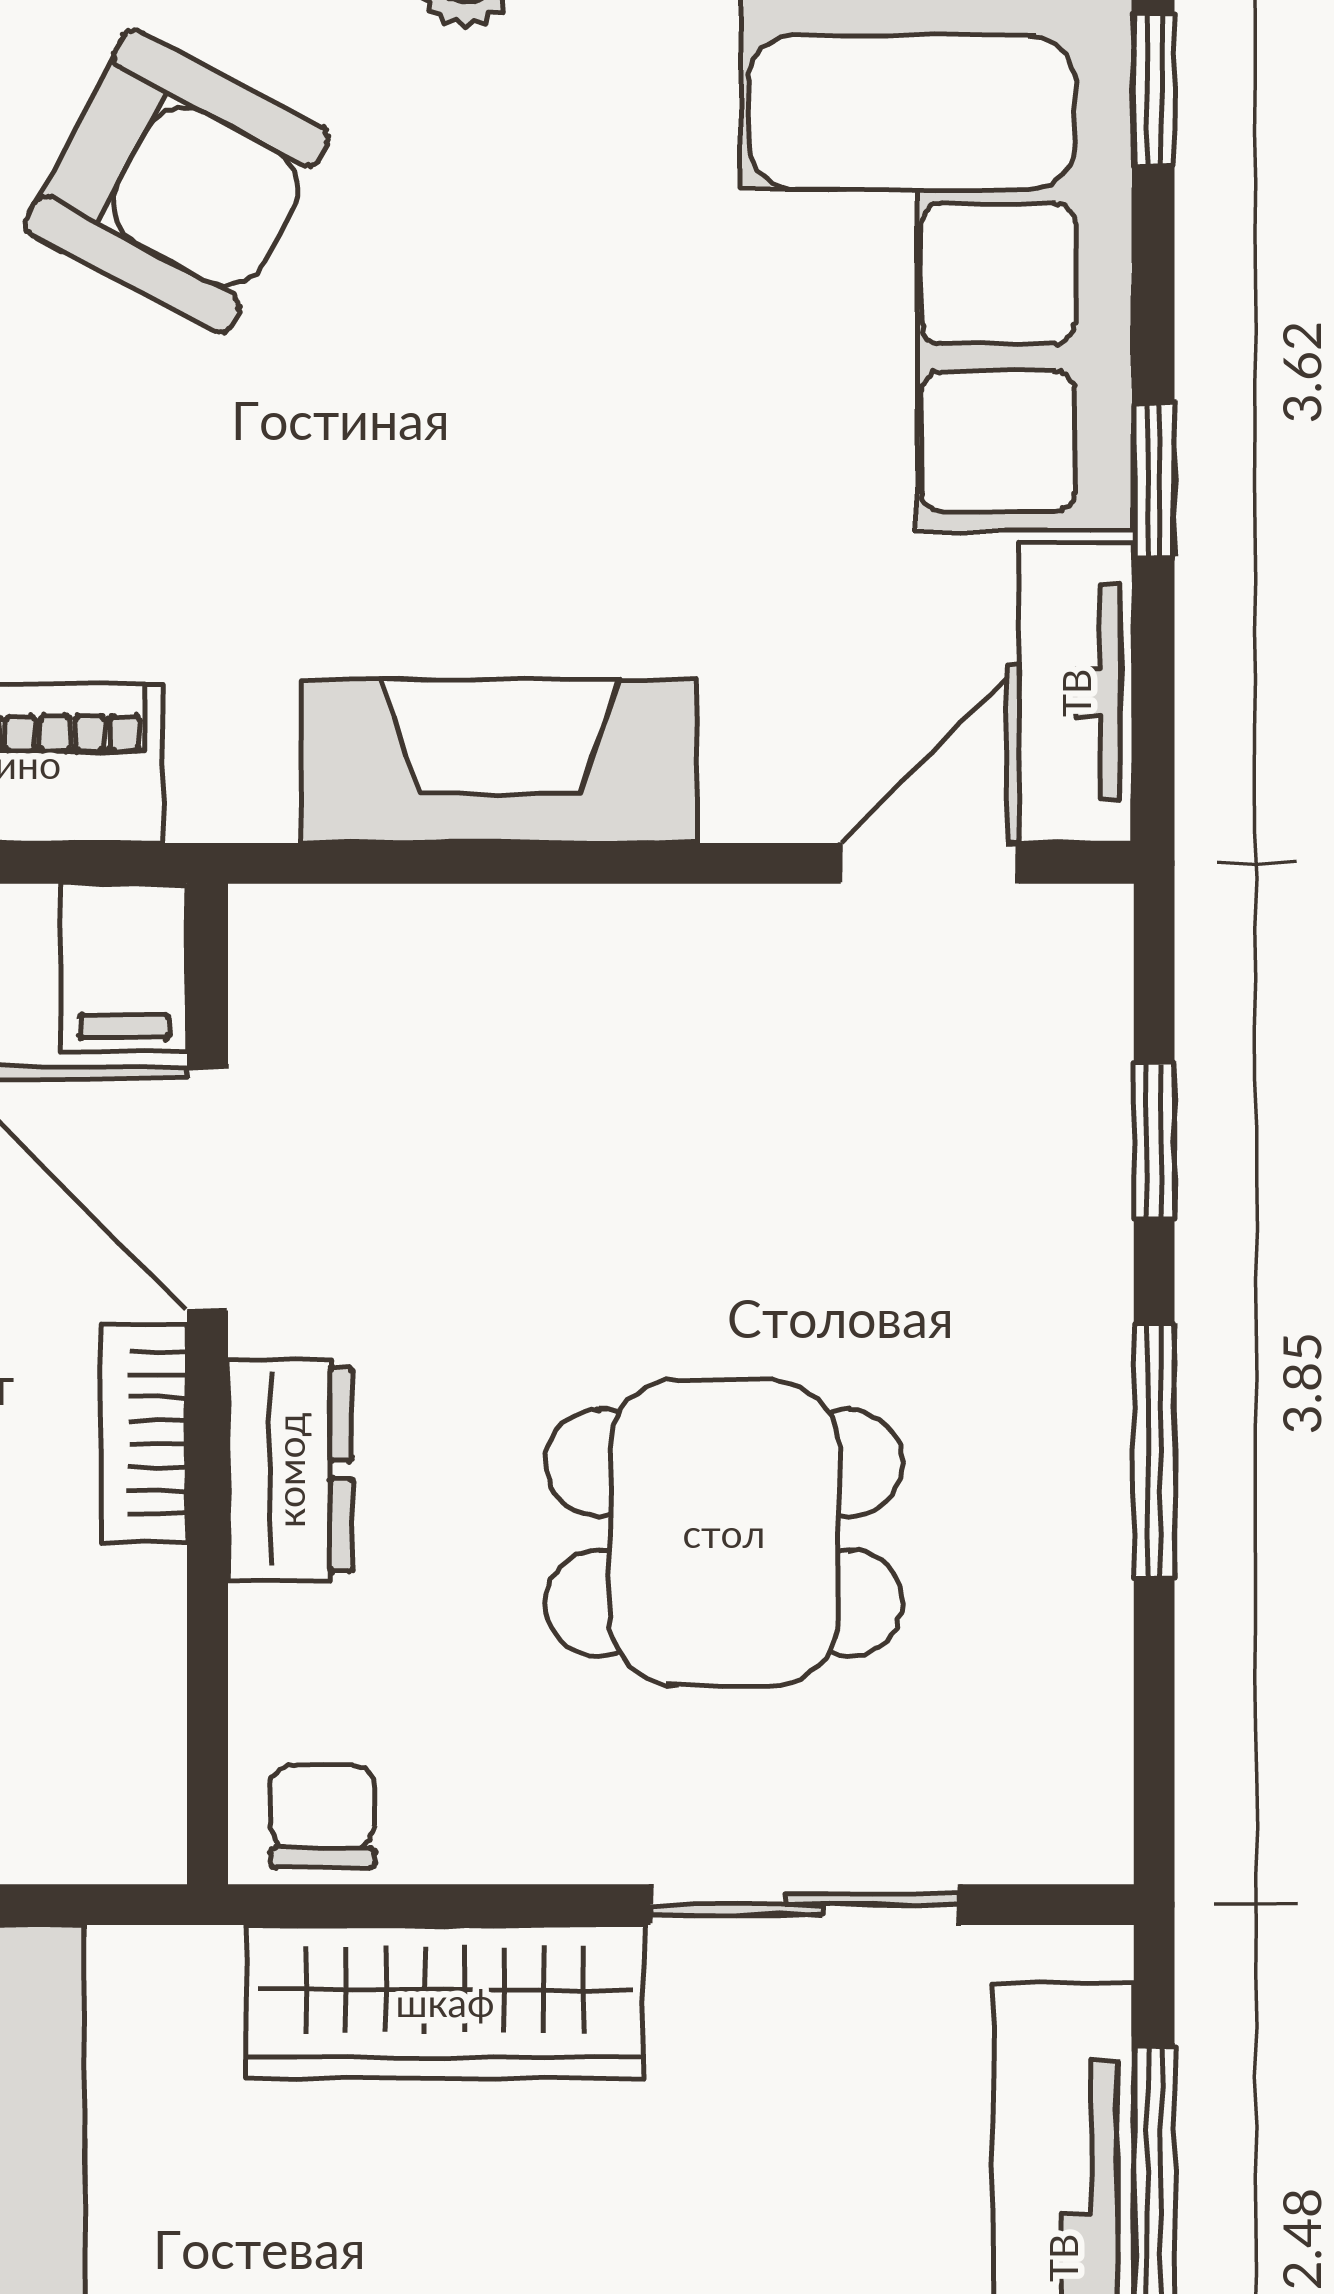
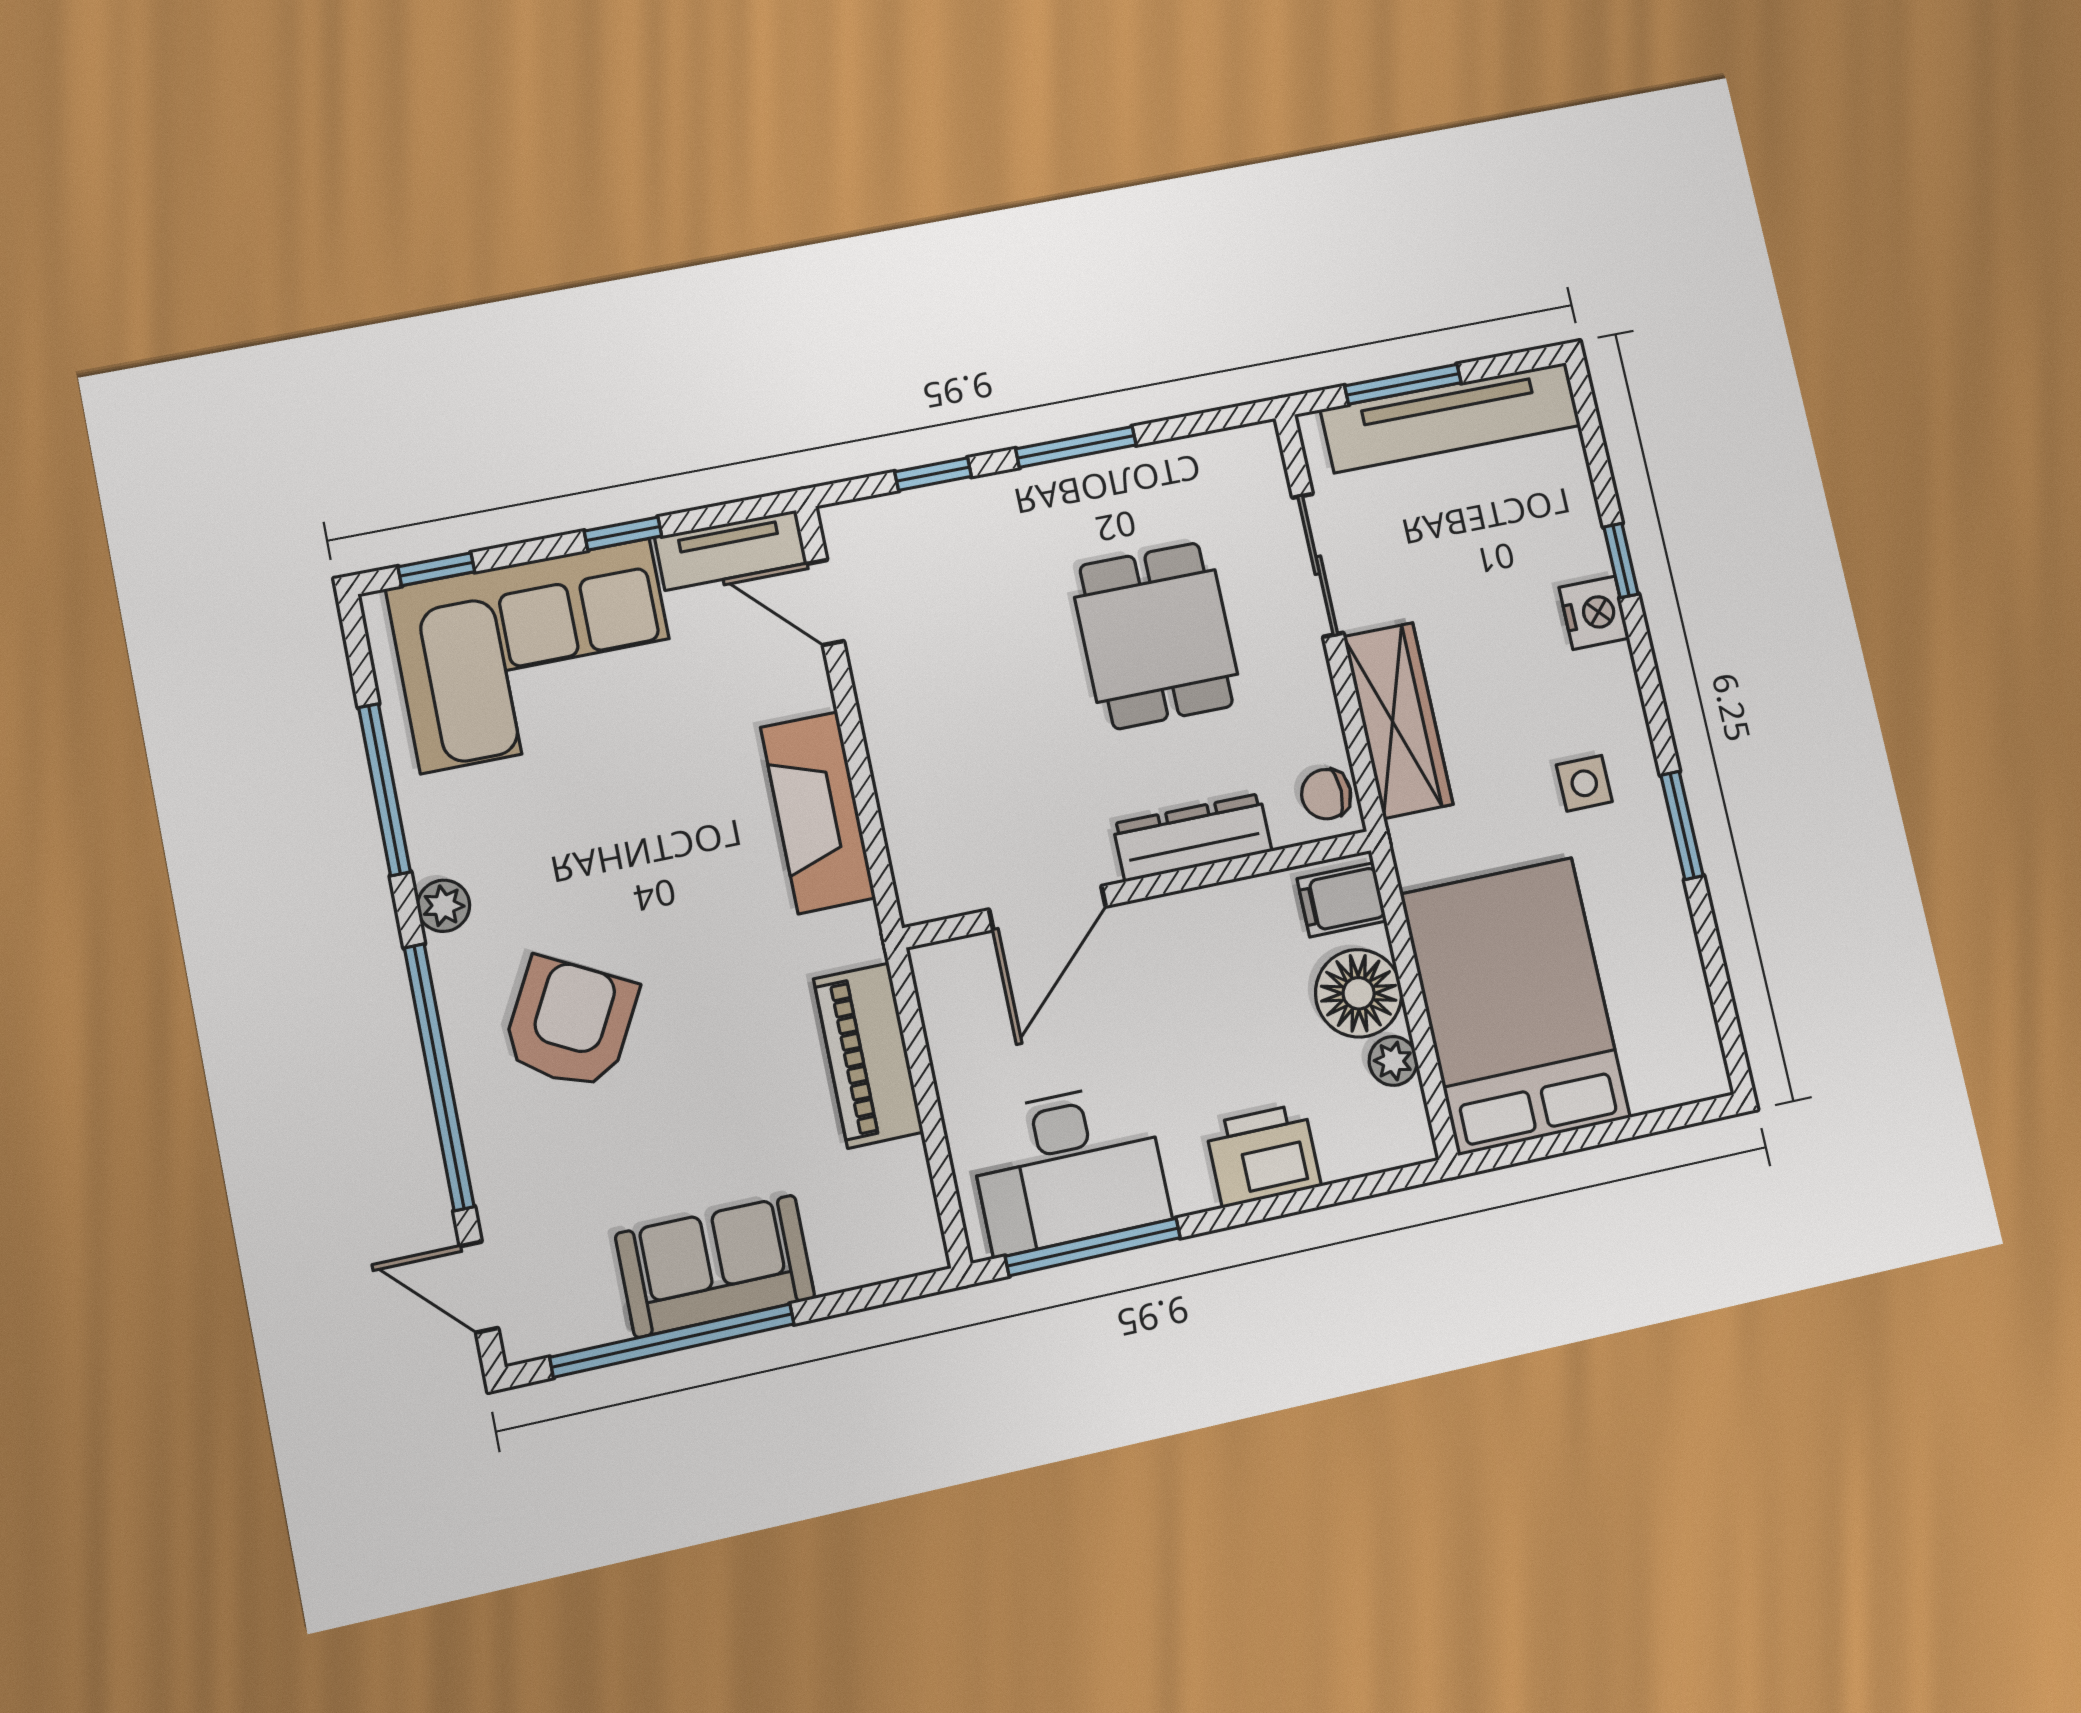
filing cabinet: (124, 967) -> (1342, 900), moved, turned 180
bookcase: (144, 1433) -> (1168, 914), removed
dresser: (290, 1470) -> (1192, 838), width x1.44

